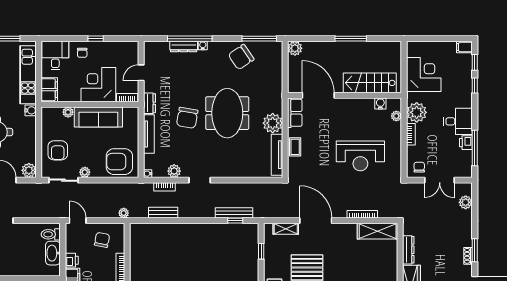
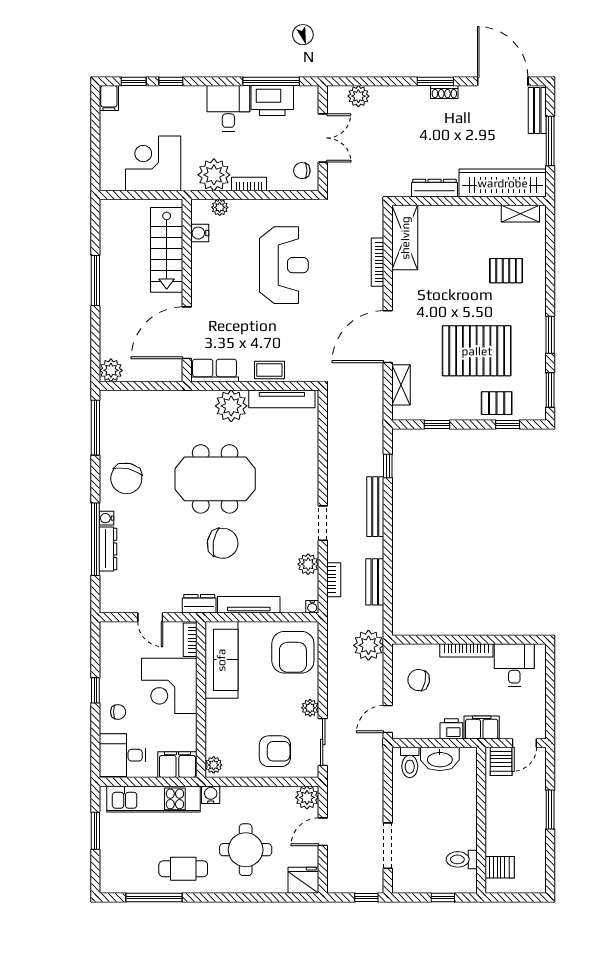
chair: (241, 57) -> (126, 478), moved, turned 47
plant: (68, 112) -> (214, 765), moved
sofa: (98, 117) -> (221, 660), moved
printer: (466, 143) -> (272, 101), width x1.87, depth x1.48
plant: (124, 213) -> (368, 645), width x1.88, depth x1.88
bench: (234, 213) -> (375, 507), moved

